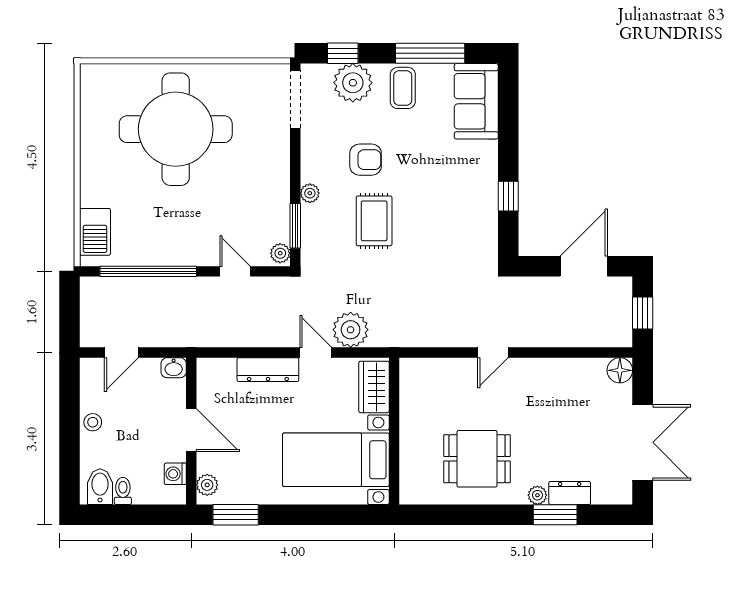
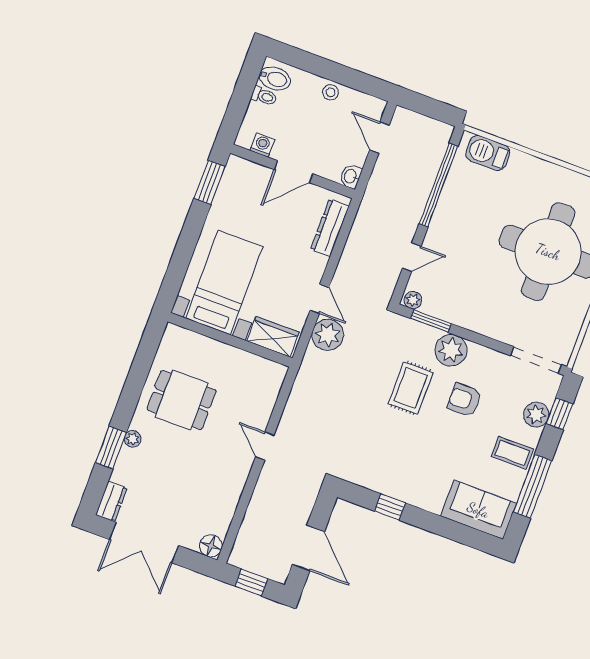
plant: (353, 83) -> (536, 415), width x0.73, depth x0.73
armchair: (366, 160) -> (464, 400), turned 90
plant: (310, 193) -> (451, 350), width x1.87, depth x1.87
rug: (374, 221) -> (411, 388), turned 90
door: (316, 353) -> (319, 299), hinge flipped
dresser: (268, 370) -> (330, 228), moved
dining table: (477, 459) -> (182, 400), turned 90
plant: (207, 485) -> (243, 168), removed
dresser: (570, 493) -> (111, 501), moved

